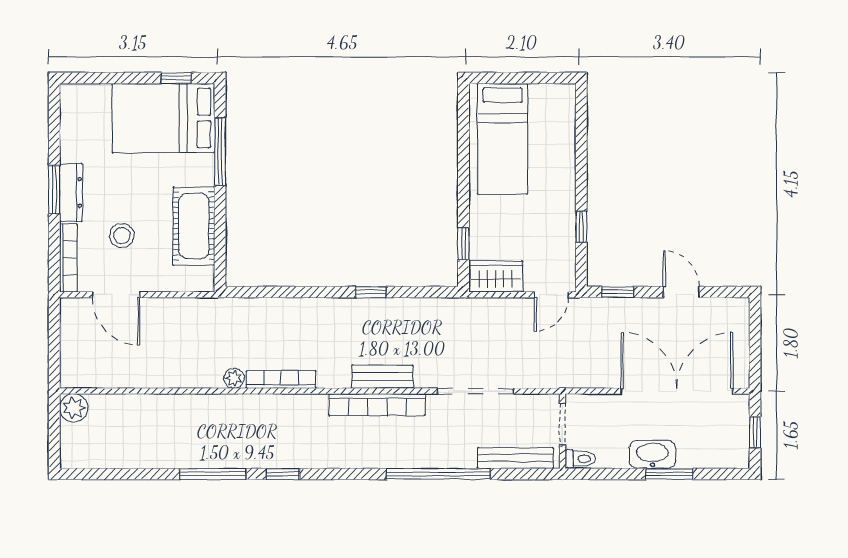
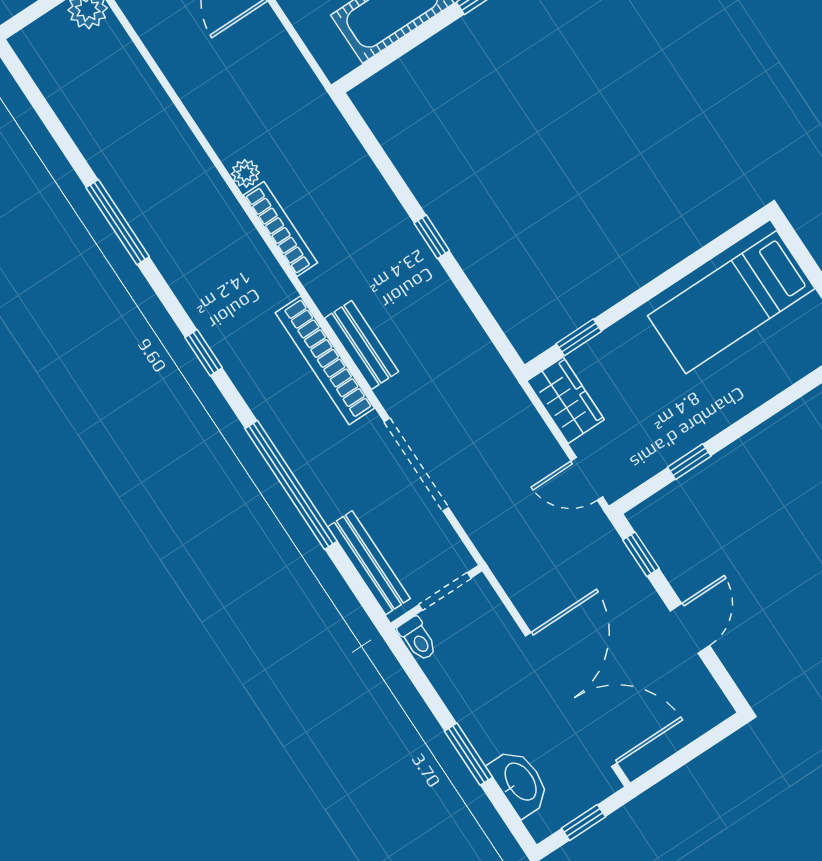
window: (371, 292) -> (432, 237), moved
washbasin: (652, 454) -> (520, 782), moved
window: (283, 474) -> (204, 353), moved

